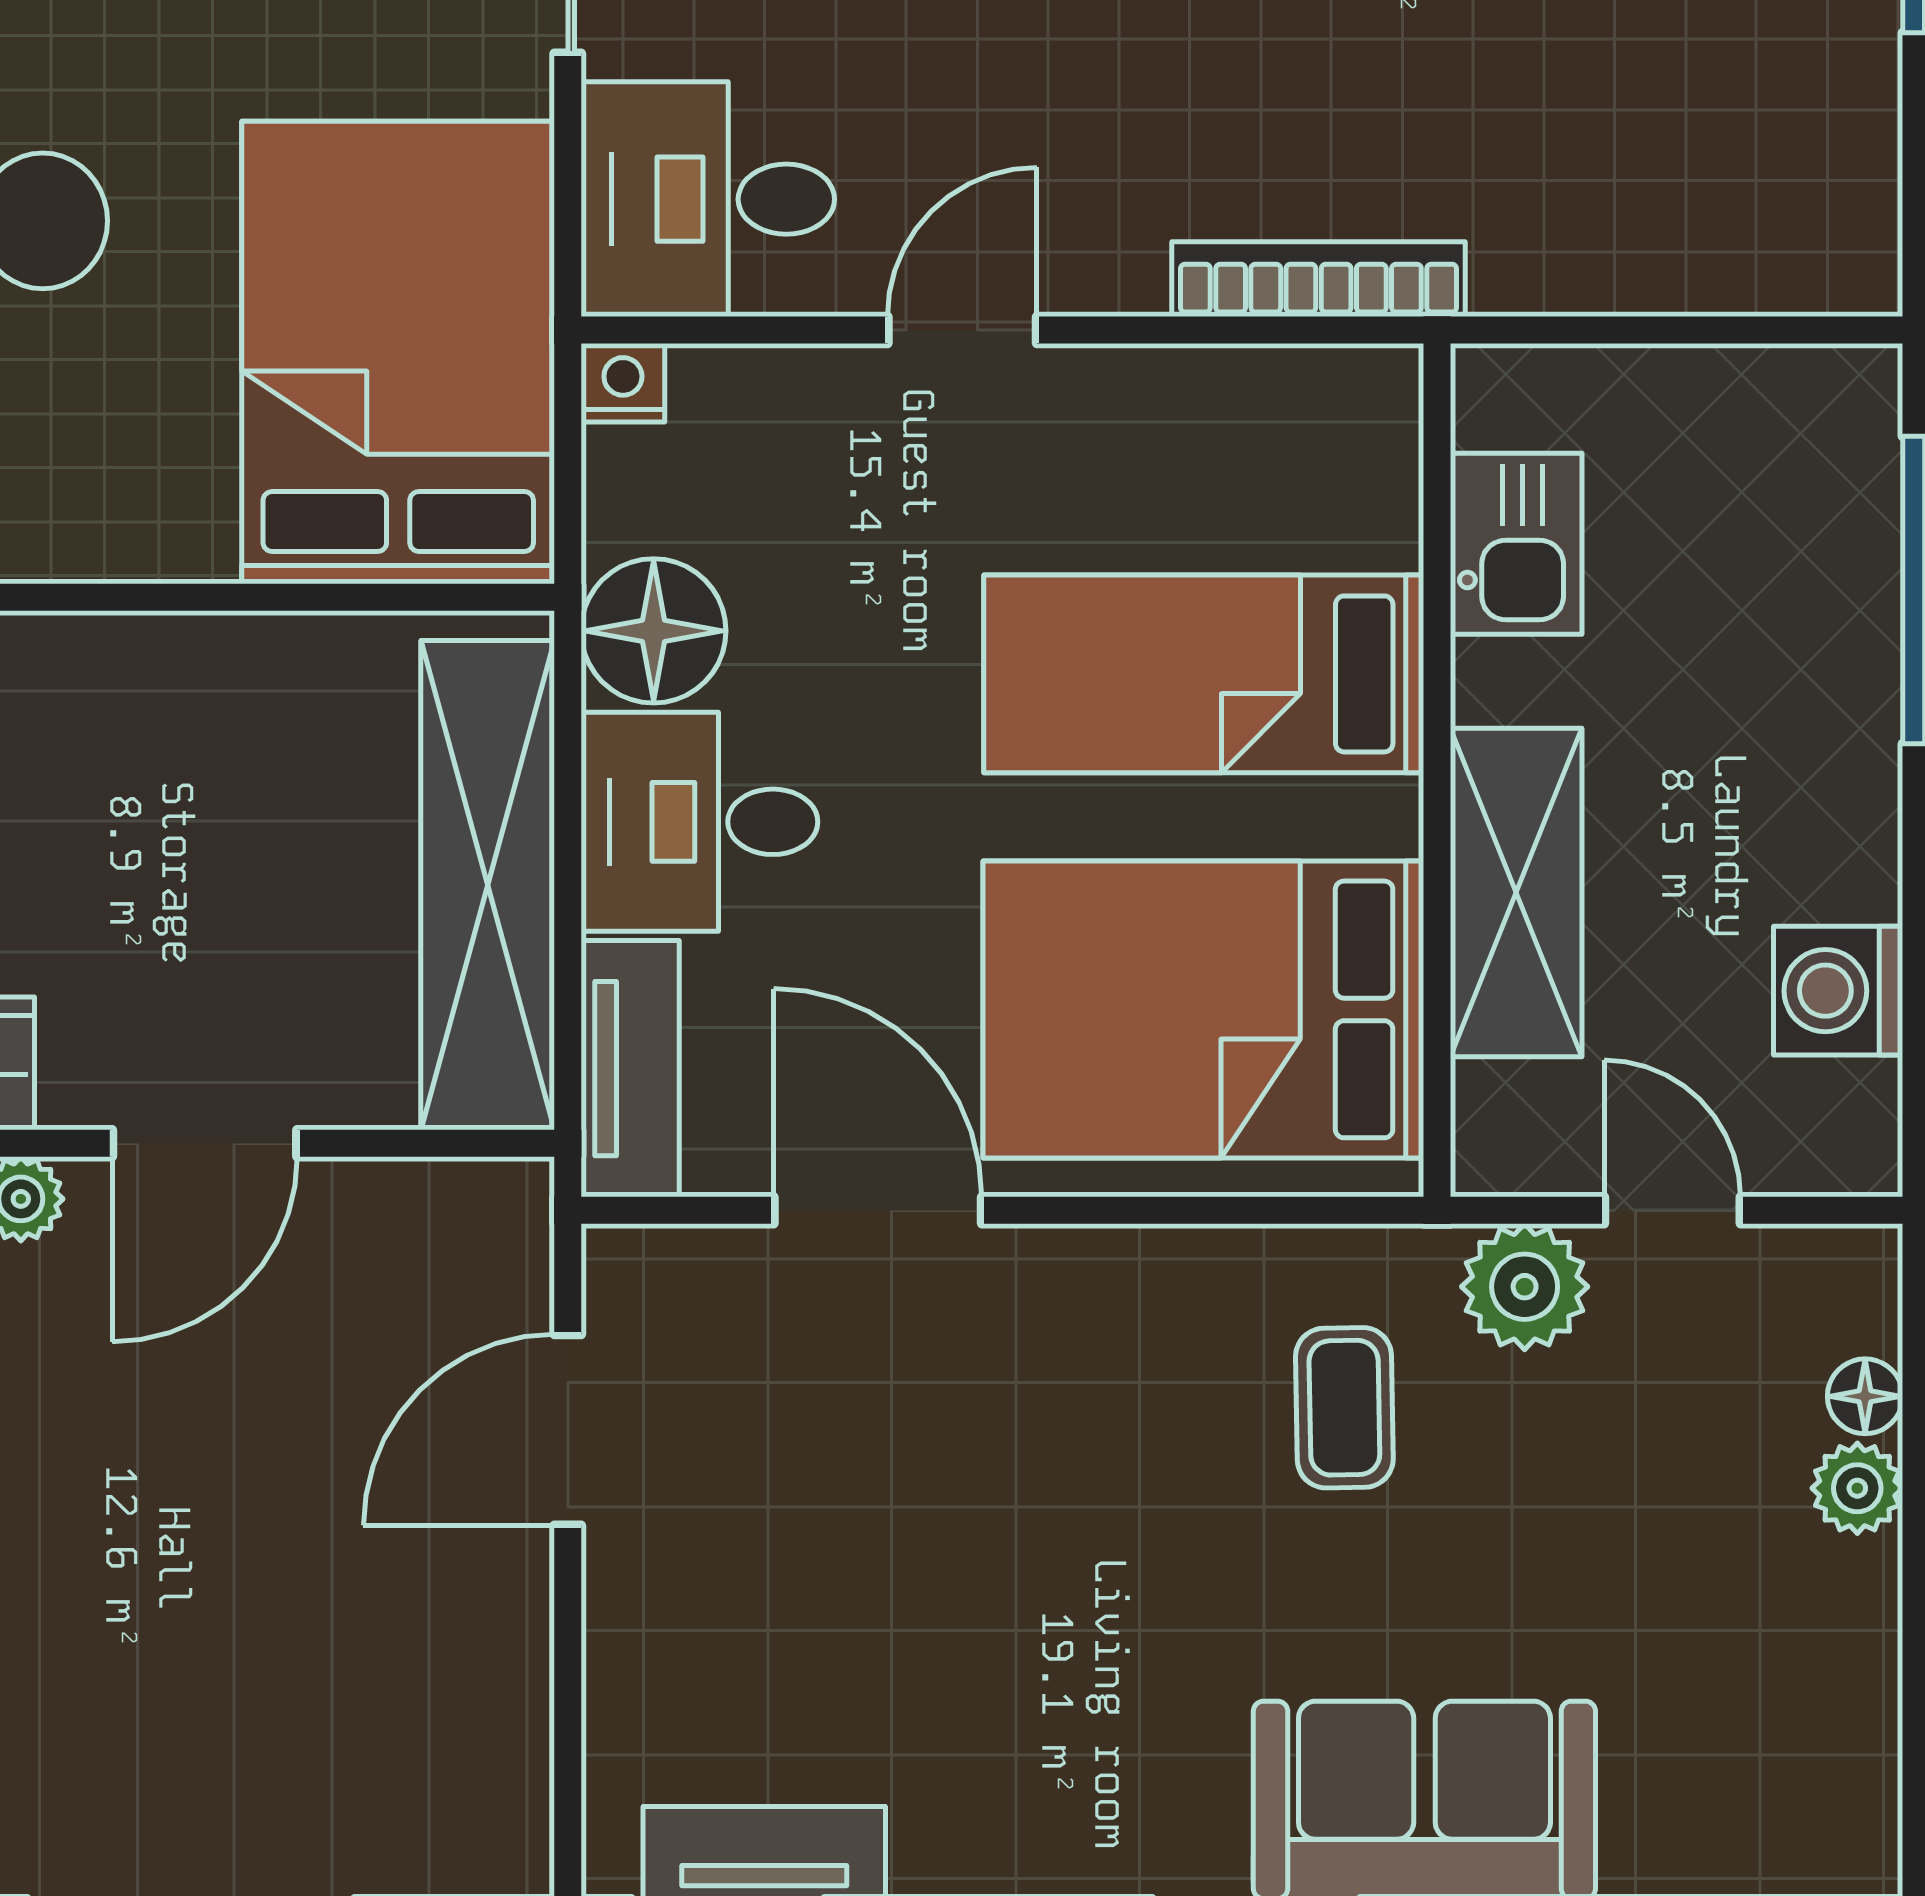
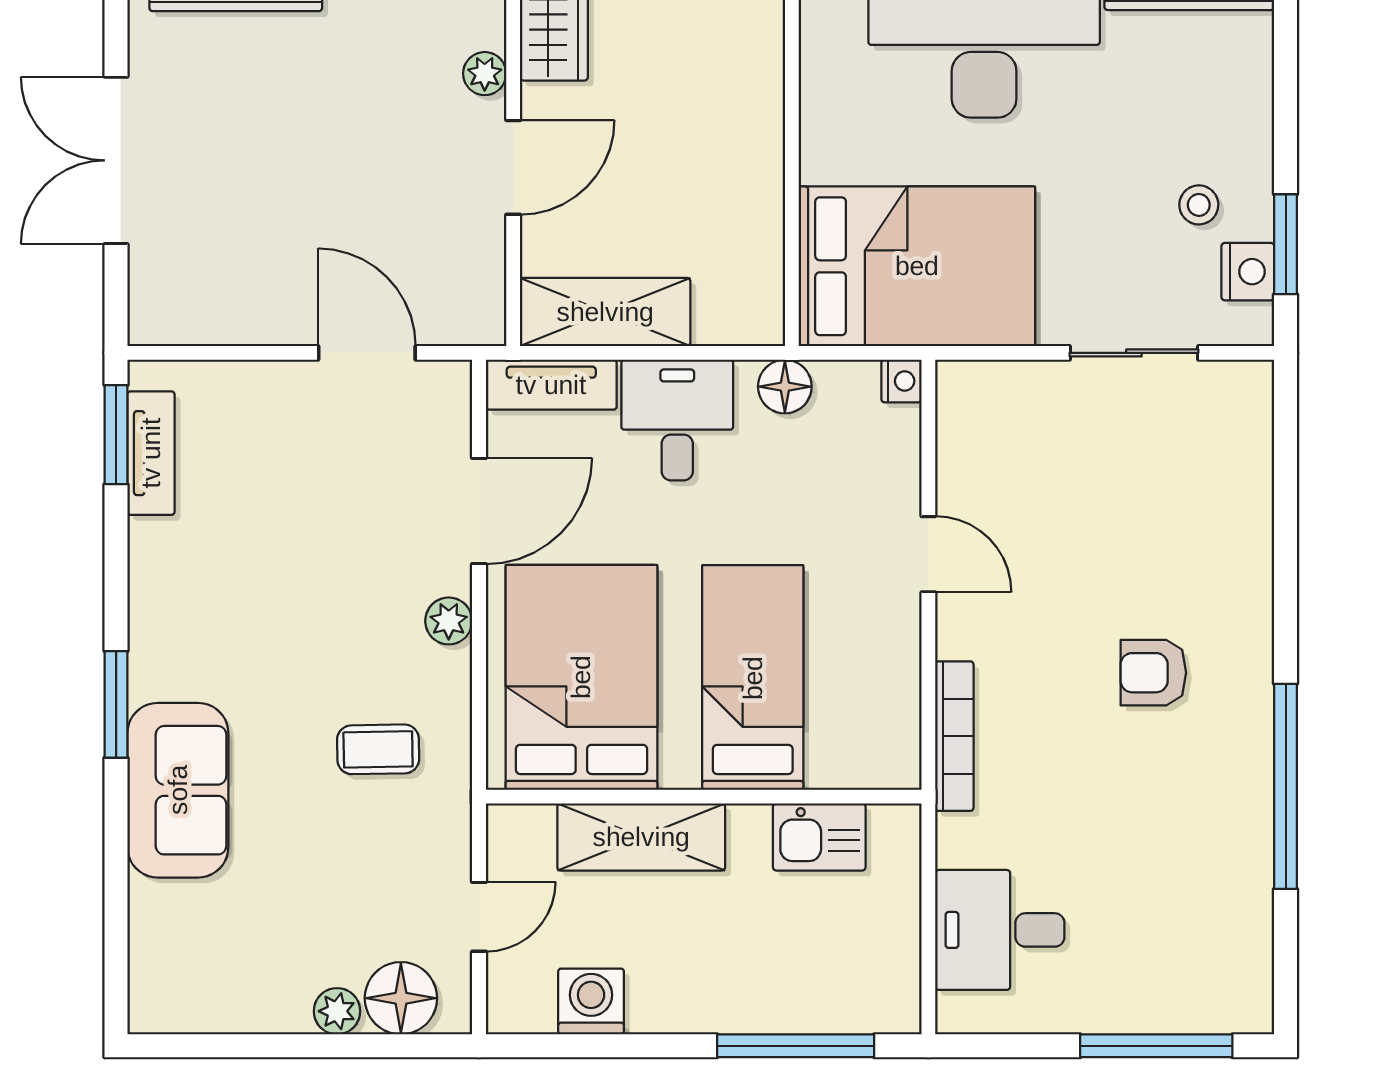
desk: (708, 199) -> (1000, 930), moved, turned -90
floor lamp: (654, 631) -> (785, 387), width x0.73, depth x0.73
shelving: (488, 885) -> (605, 312), width x0.68
door: (205, 1143) -> (513, 167), swing flipped
plant: (1525, 1287) -> (449, 621), moved, width x0.73, depth x0.73
floor lamp: (1865, 1396) -> (401, 998), width x1.89, depth x1.89

